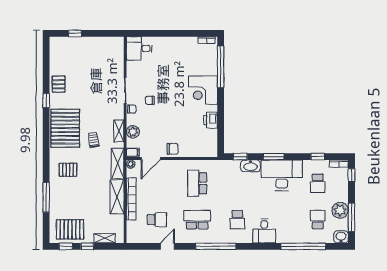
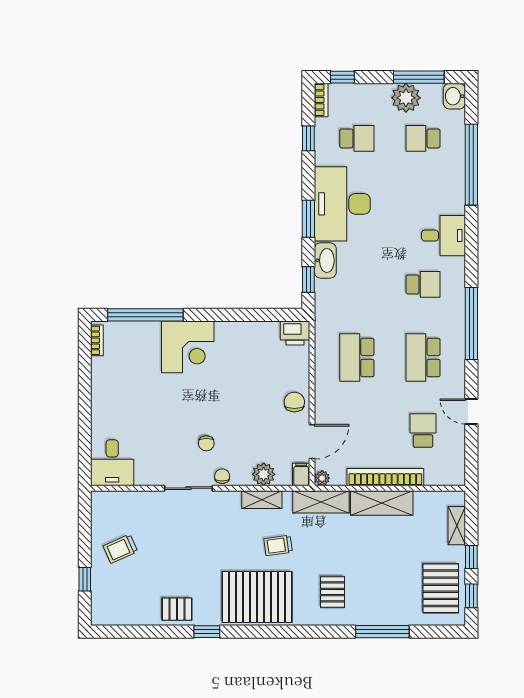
trolley: (92, 53) -> (120, 549), added
printer: (211, 120) -> (295, 333), moved
door: (151, 159) -> (312, 442), hinge flipped
school desk: (197, 183) -> (357, 357), turned 90

